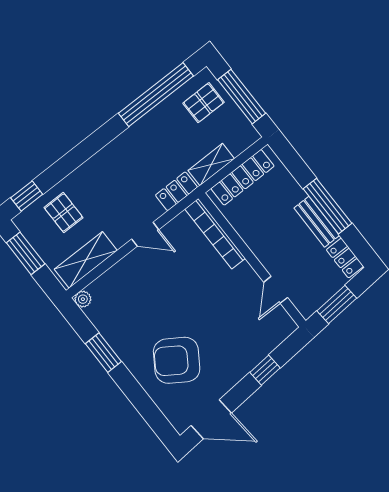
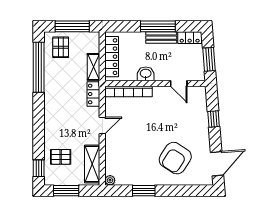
washbasin: (255, 238) -> (146, 74), added

